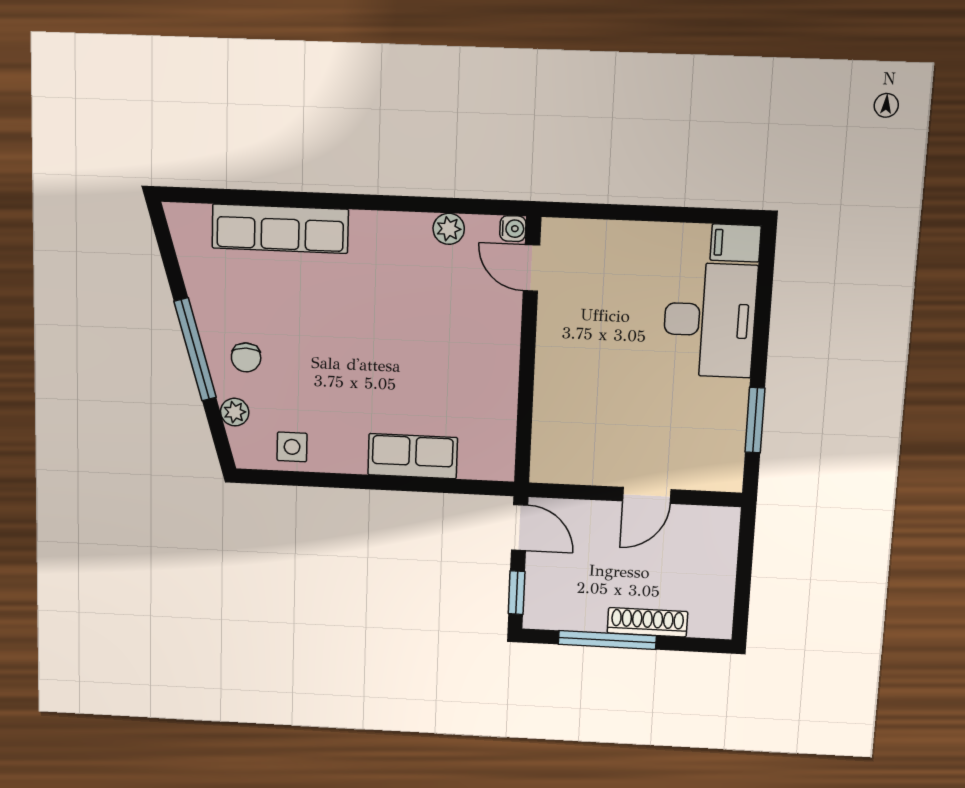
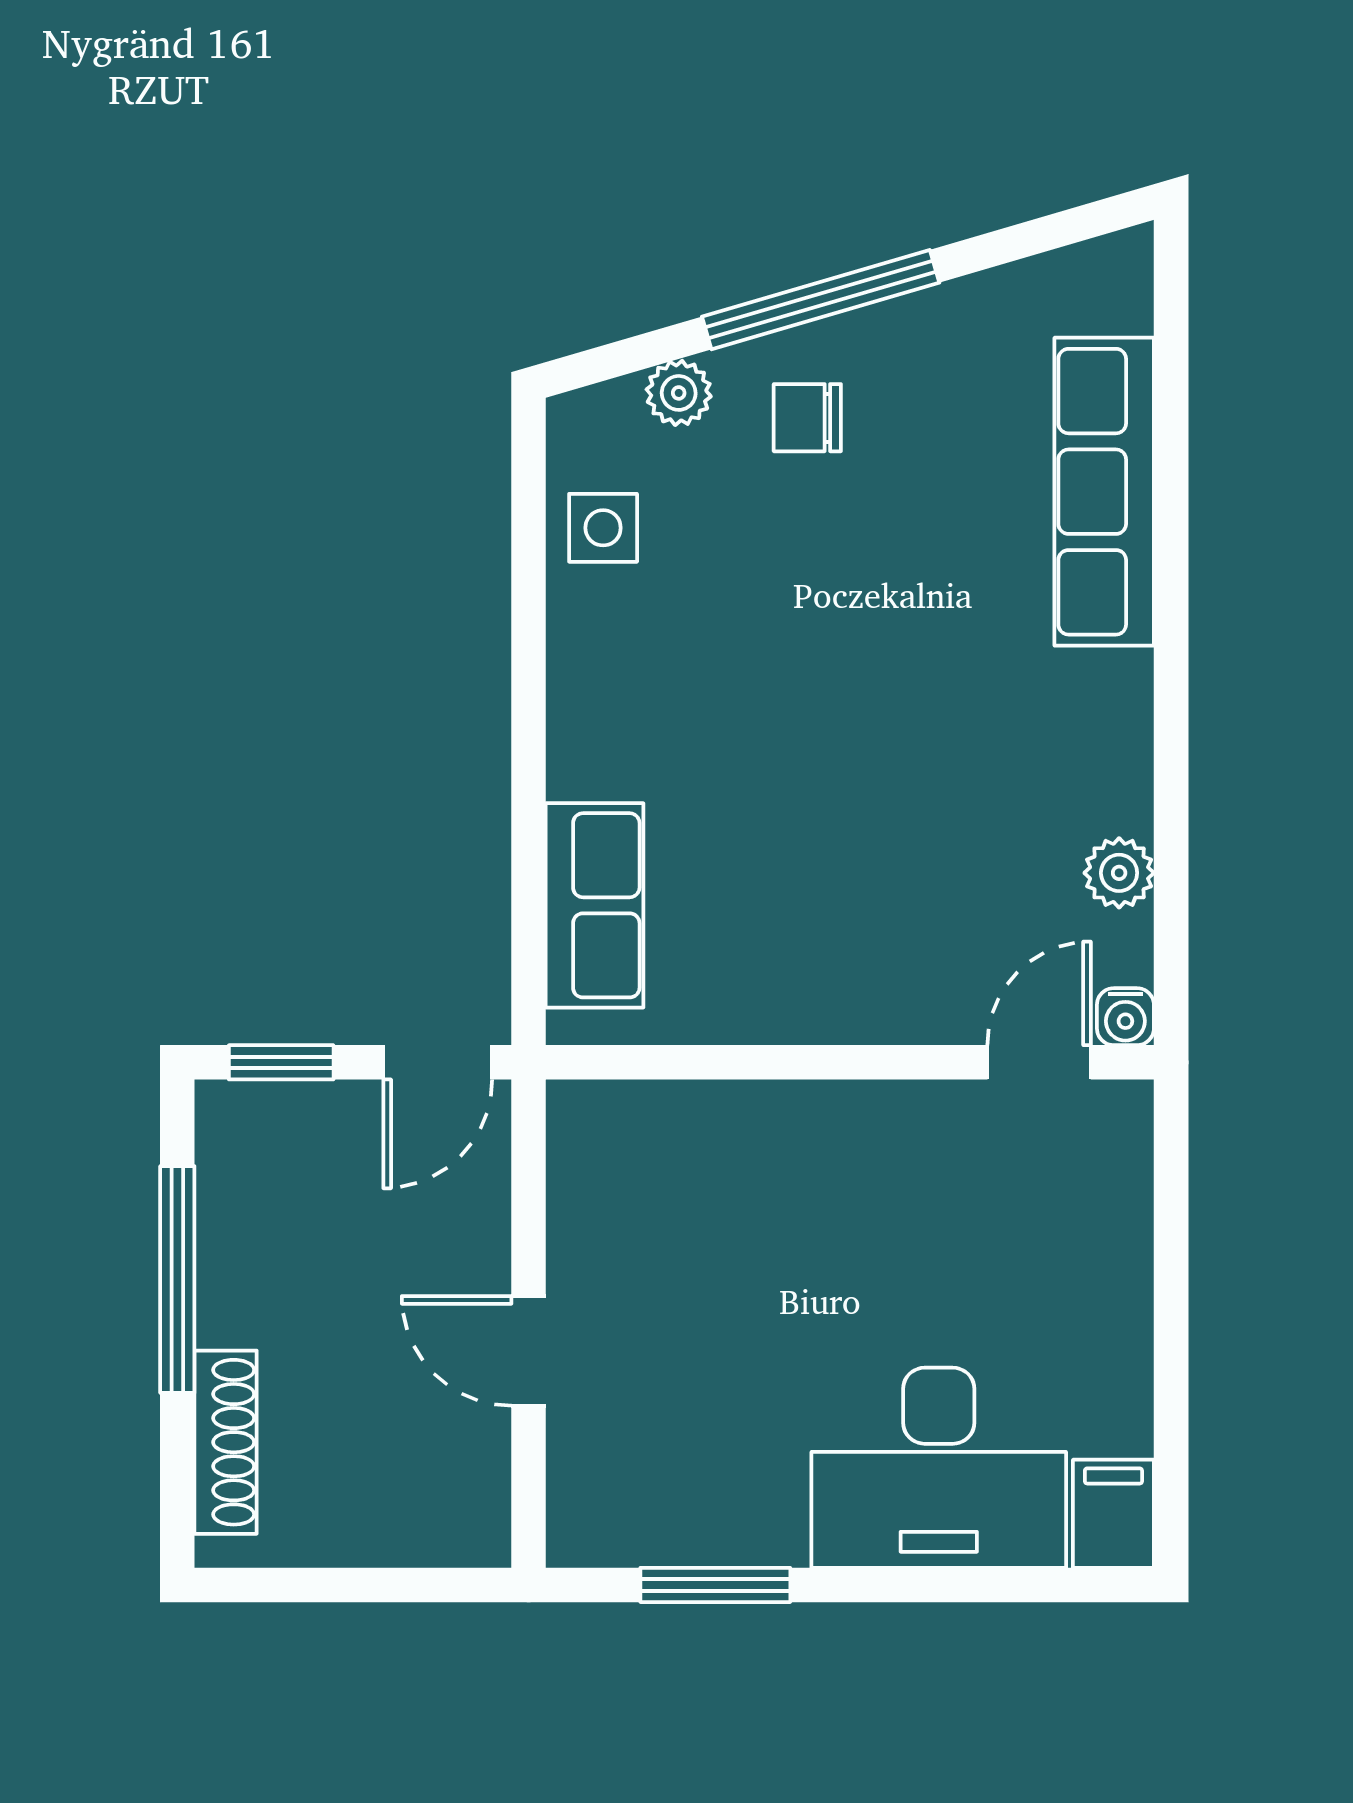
row of seats: (413, 456) -> (595, 905), moved
shoe rack: (647, 622) -> (226, 1442), moved

